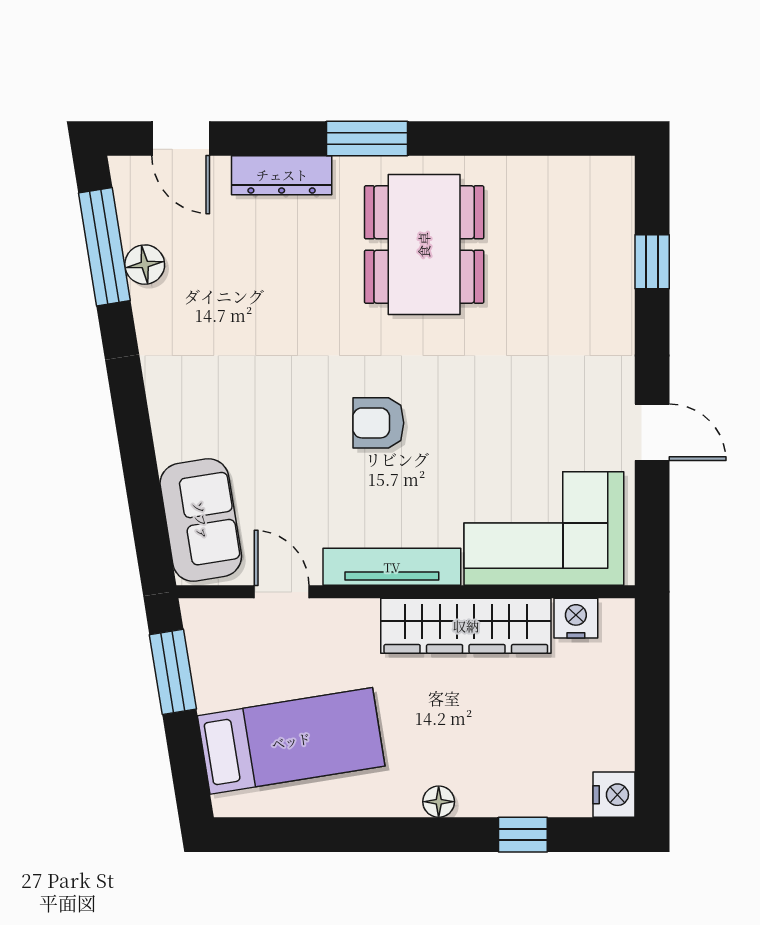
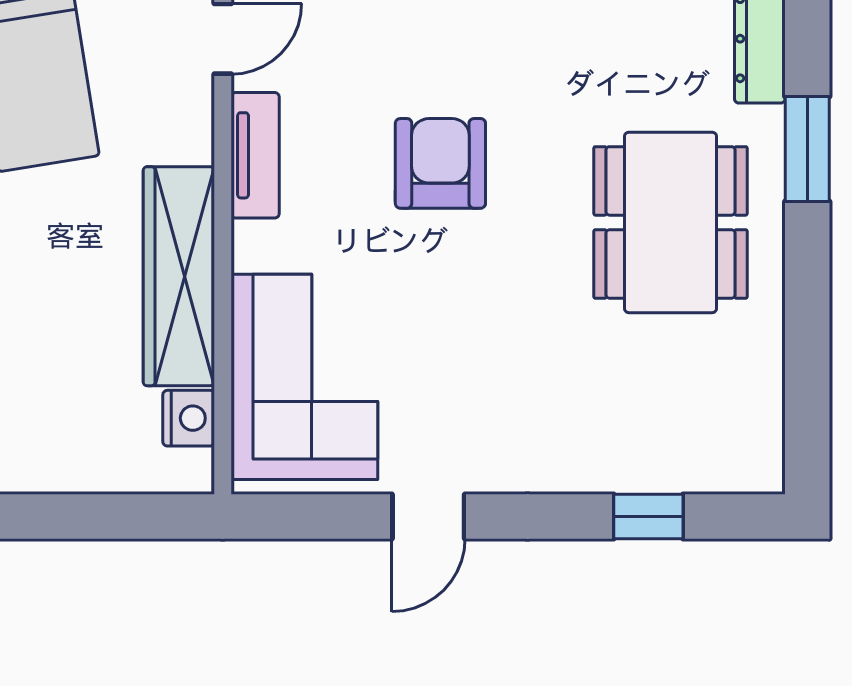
dining table: (424, 245) -> (671, 222), turned 90
armchair: (378, 423) -> (440, 163), width x1.38, depth x1.38
tv unit: (392, 567) -> (255, 155), width x0.71

